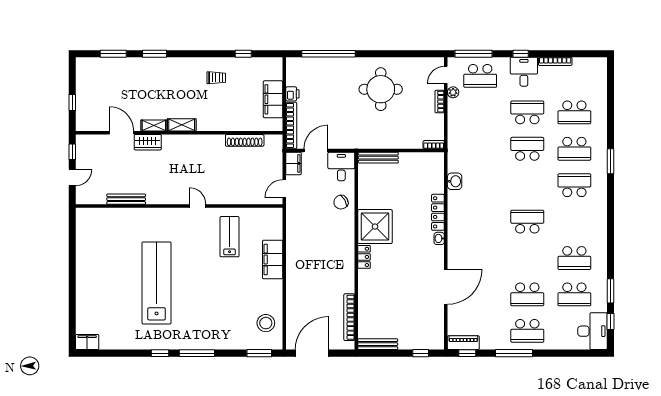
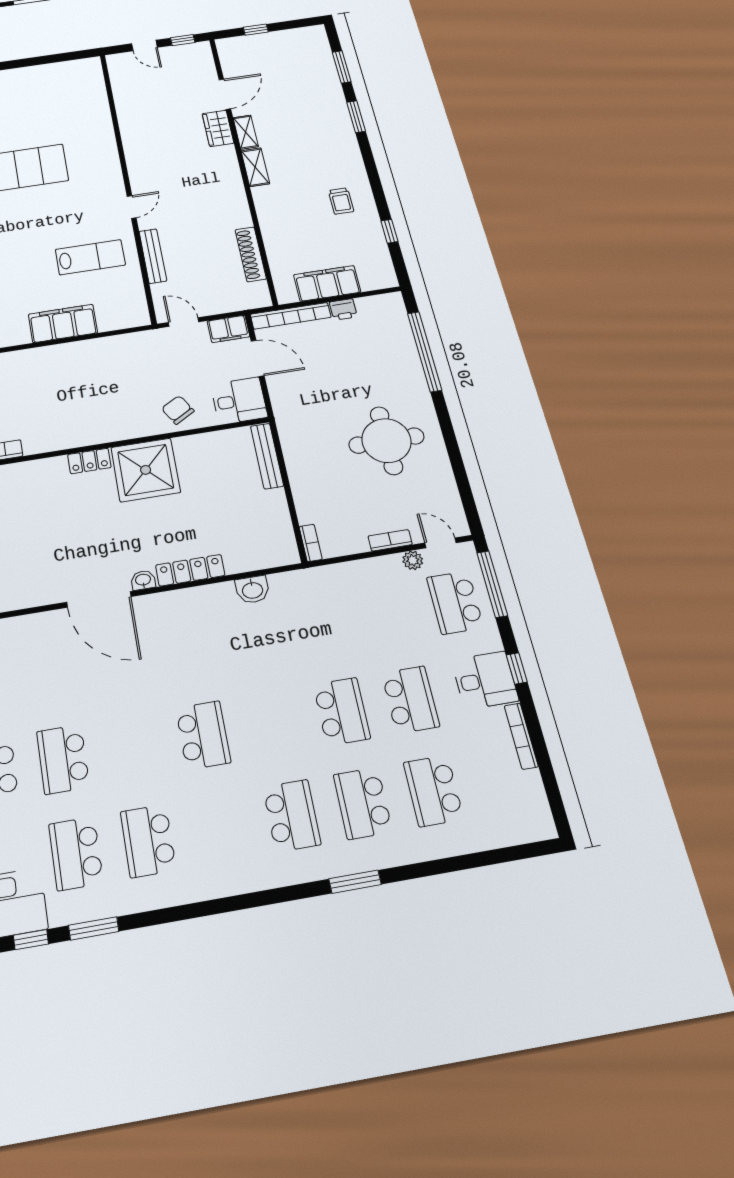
bench: (126, 199) -> (153, 256), moved
door: (446, 287) -> (99, 599), moved

